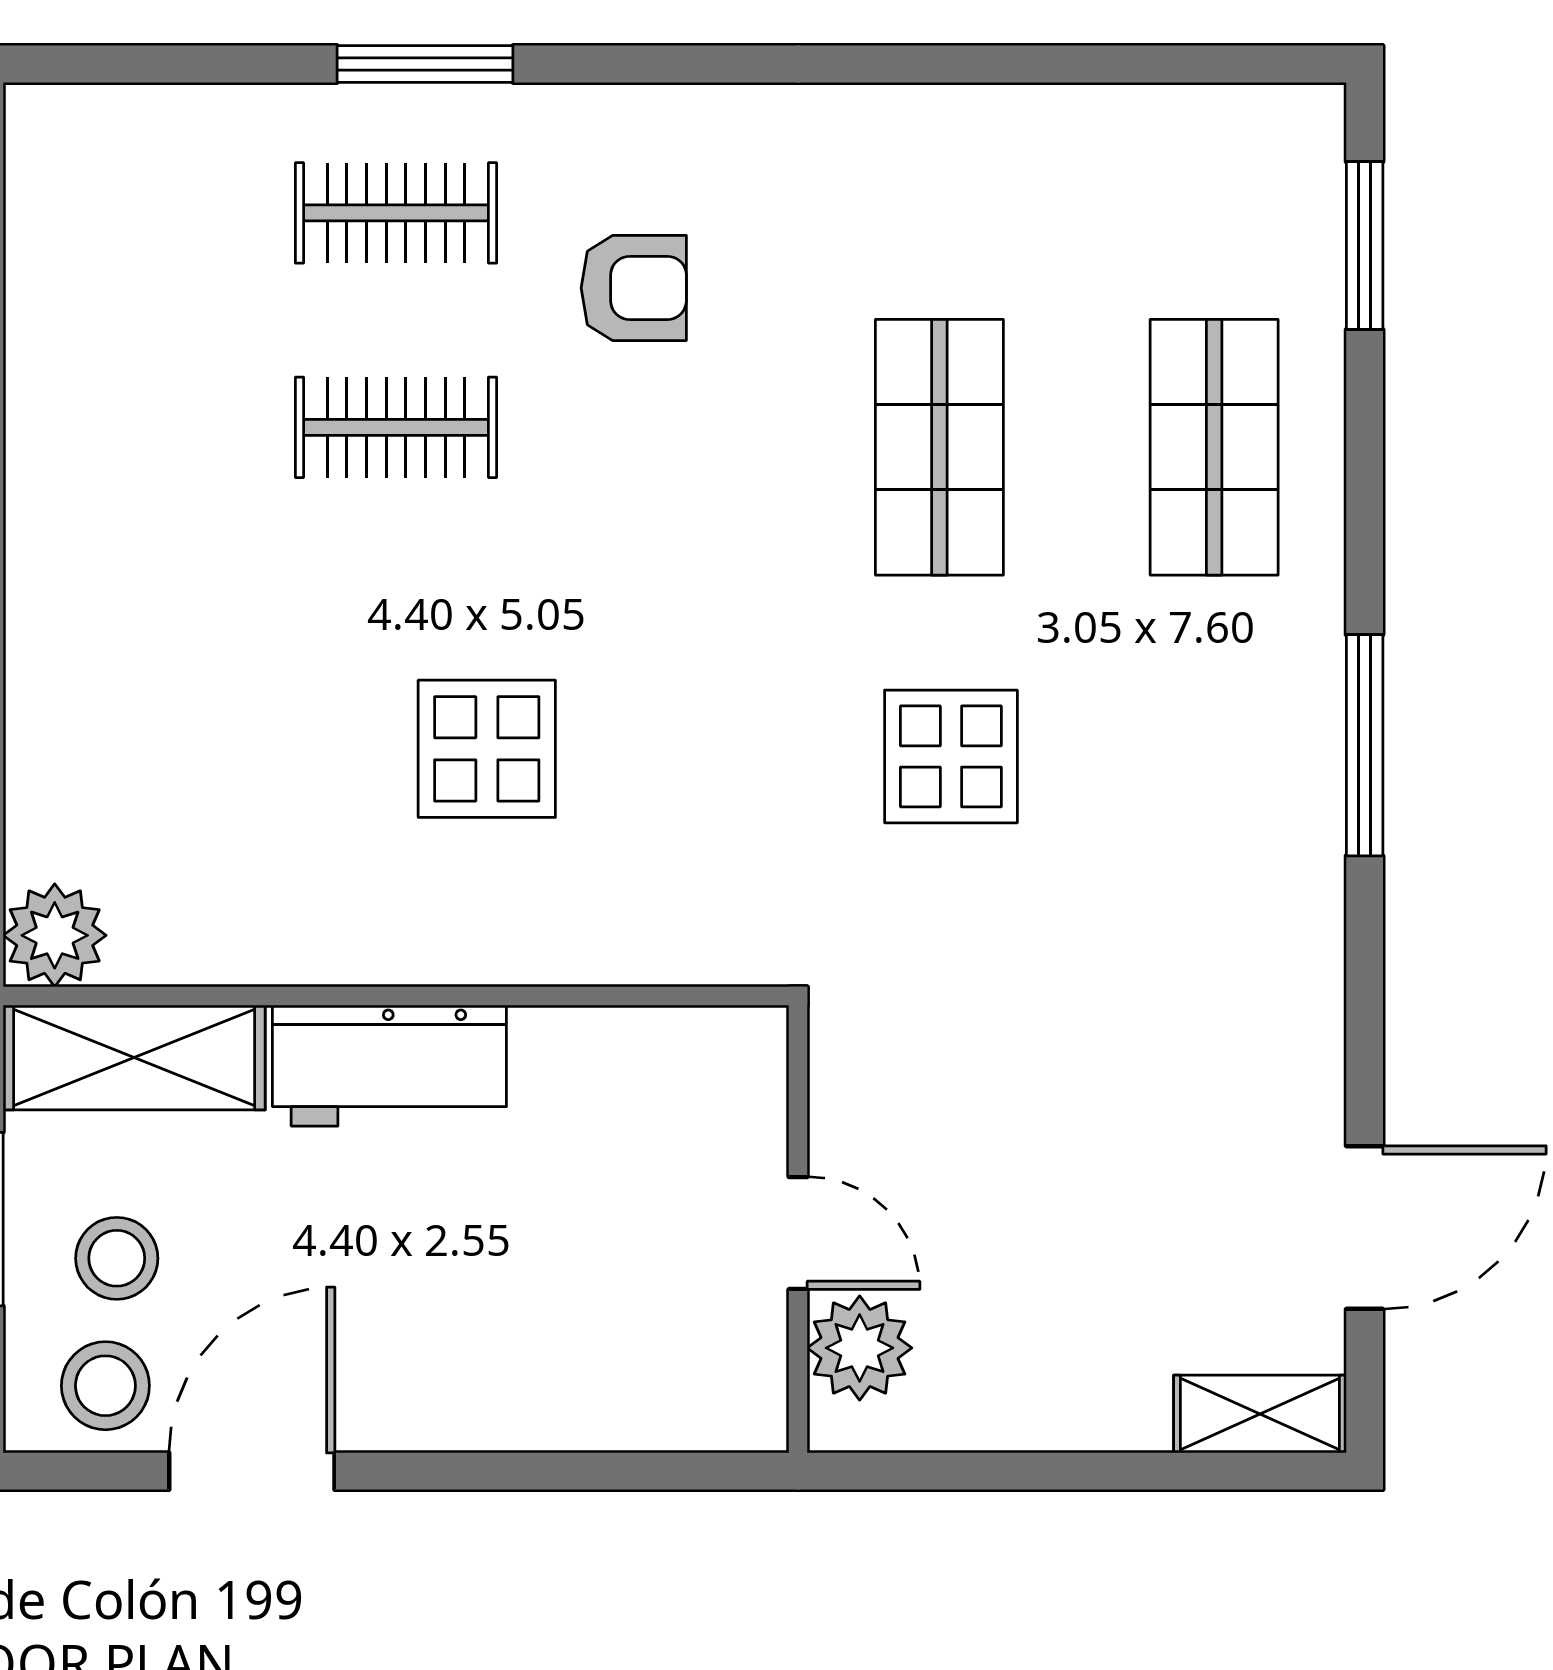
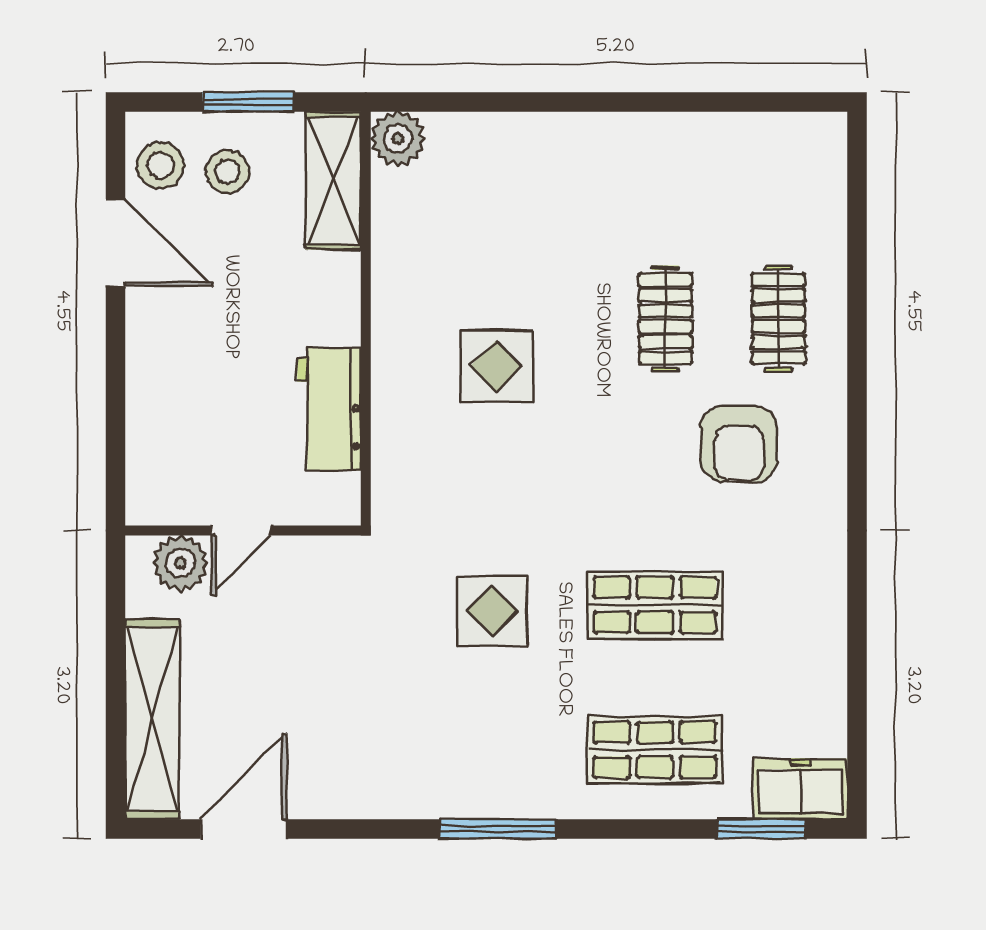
window: (425, 64) -> (857, 334), removed
freezer: (1289, 171) -> (800, 789), added
armchair: (634, 288) -> (739, 444), width x1.38, depth x1.38
workbench: (389, 1066) -> (329, 409), moved
door: (1365, 1228) -> (244, 829), swing flipped
shelving: (1260, 1414) -> (152, 719), width x2.20, depth x1.33

